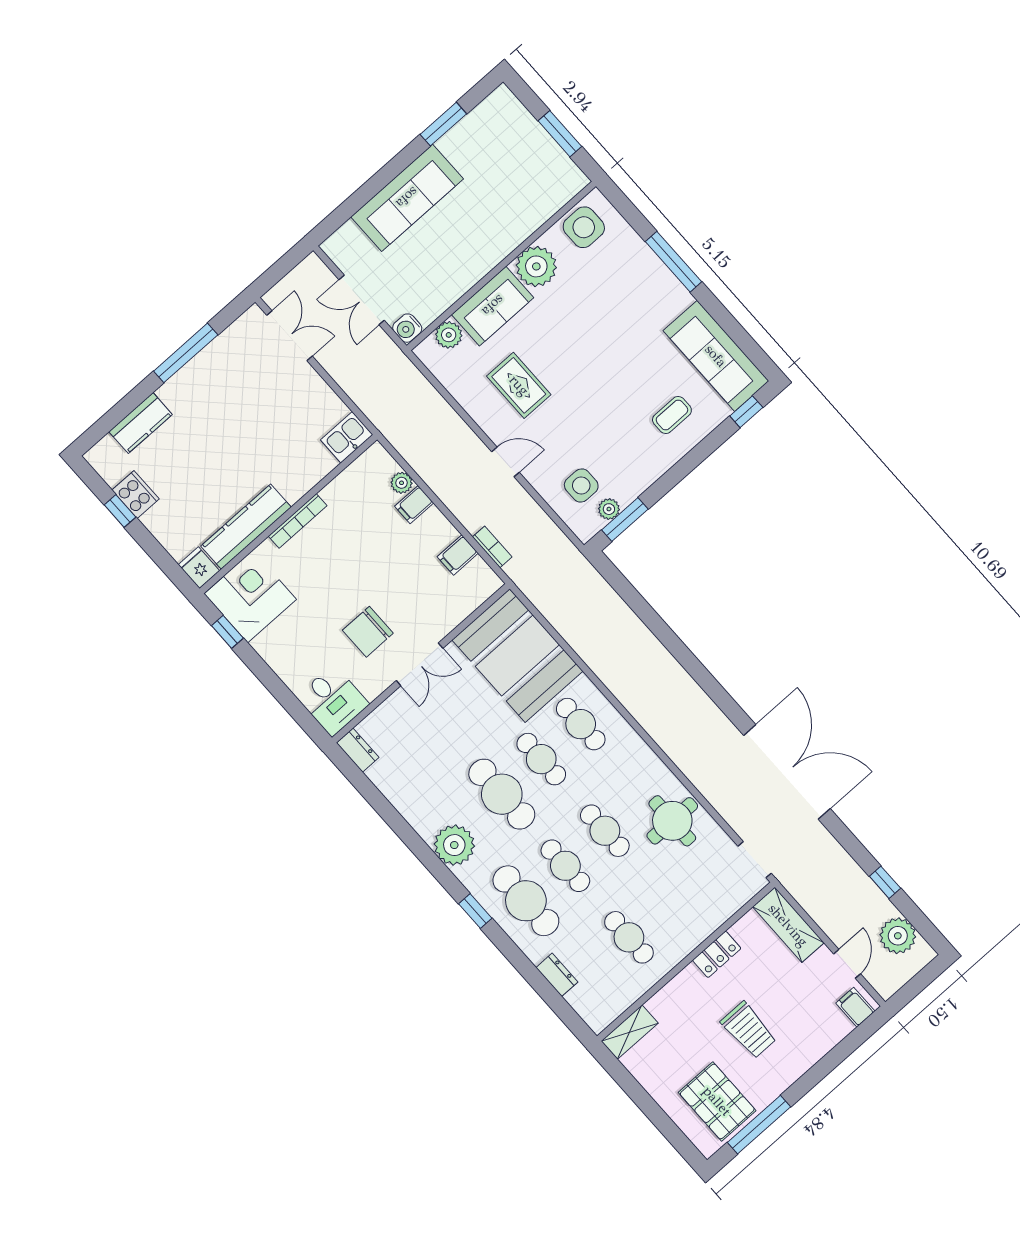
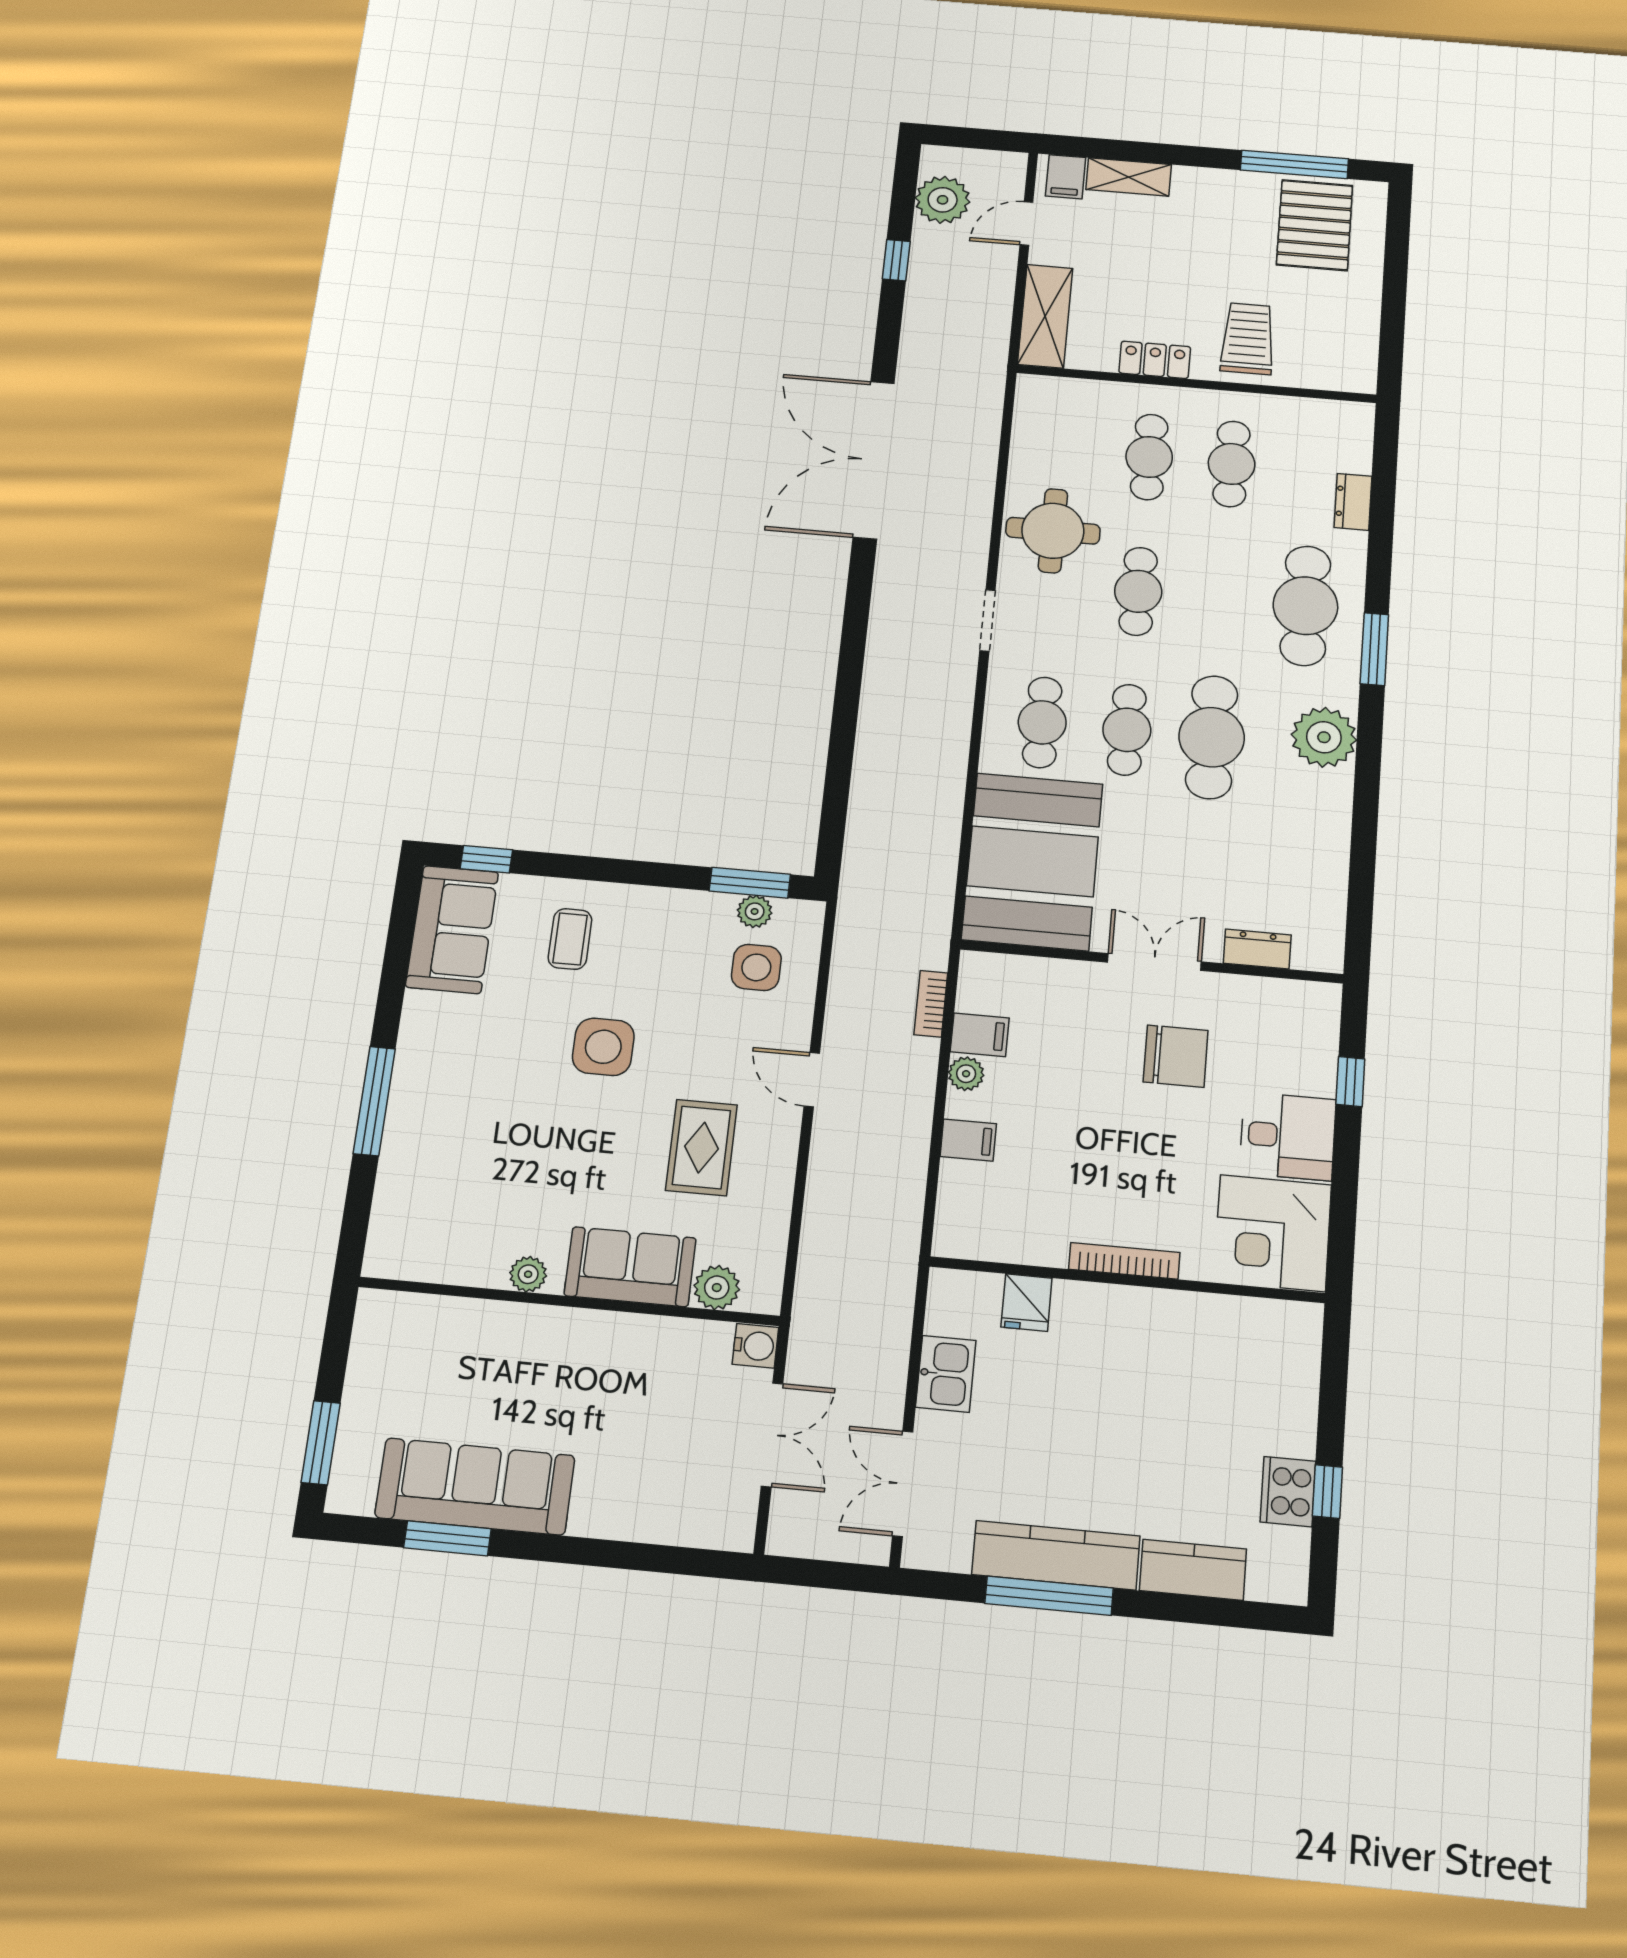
window: (560, 134) -> (321, 1443), moved
sofa: (407, 198) -> (475, 1486), moved
side table: (584, 227) -> (603, 1047), moved
plant: (536, 266) -> (528, 1274), width x0.53, depth x0.53
sofa: (716, 356) -> (452, 929), width x0.73
coffee table: (672, 415) -> (570, 939), turned 90
kitchen sink: (347, 437) -> (946, 1374), moved, turned -90
plant: (402, 483) -> (966, 1074), moved
kitchen counter: (246, 527) -> (1056, 1555), moved, turned 180
fridge: (199, 568) -> (1026, 1303), moved
window: (227, 632) -> (1350, 1082), moved
desk: (333, 700) -> (1288, 1136), moved, turned 90
dresser: (358, 750) -> (1257, 949), moved, turned 90
doorway: (755, 860) -> (987, 620), moved
cafe table: (565, 866) -> (1149, 457), moved
window: (475, 911) -> (1374, 649), width x1.50
trolley: (749, 1030) -> (1248, 339), moved
shelving: (630, 1032) -> (1129, 177), moved

